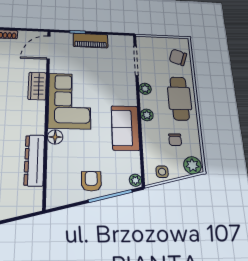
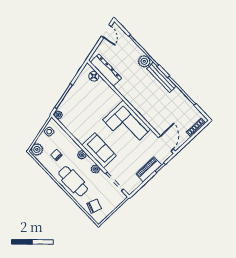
wardrobe: (37, 86) -> (150, 117), removed
sofa: (125, 128) -> (99, 150), moved
floor lamp: (55, 137) -> (94, 76), moved
dresser: (34, 160) -> (106, 70), moved
armchair: (91, 181) -> (79, 95), removed

